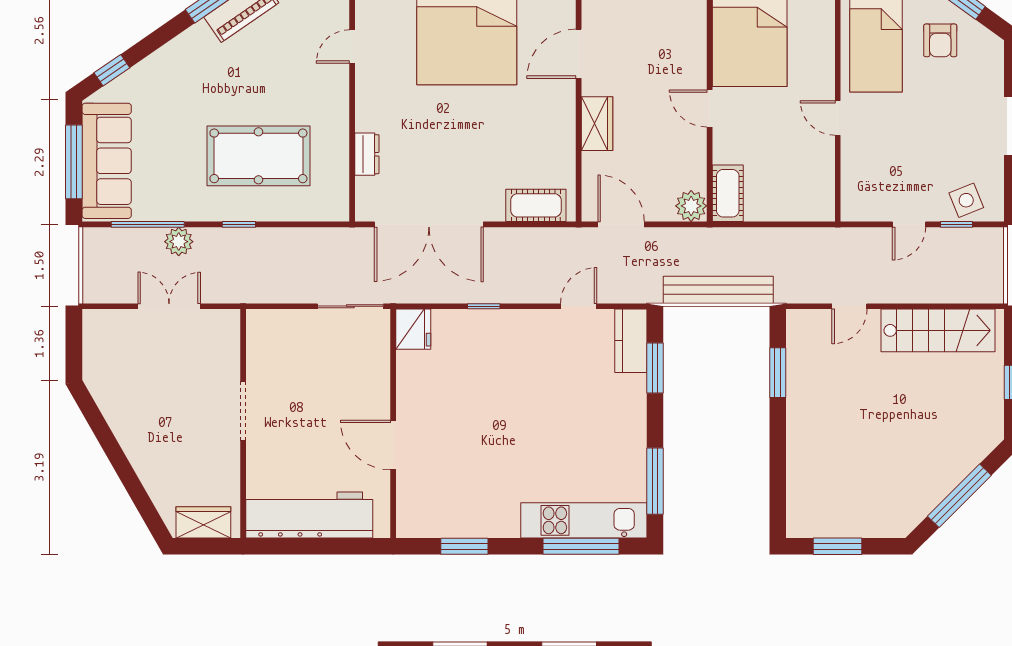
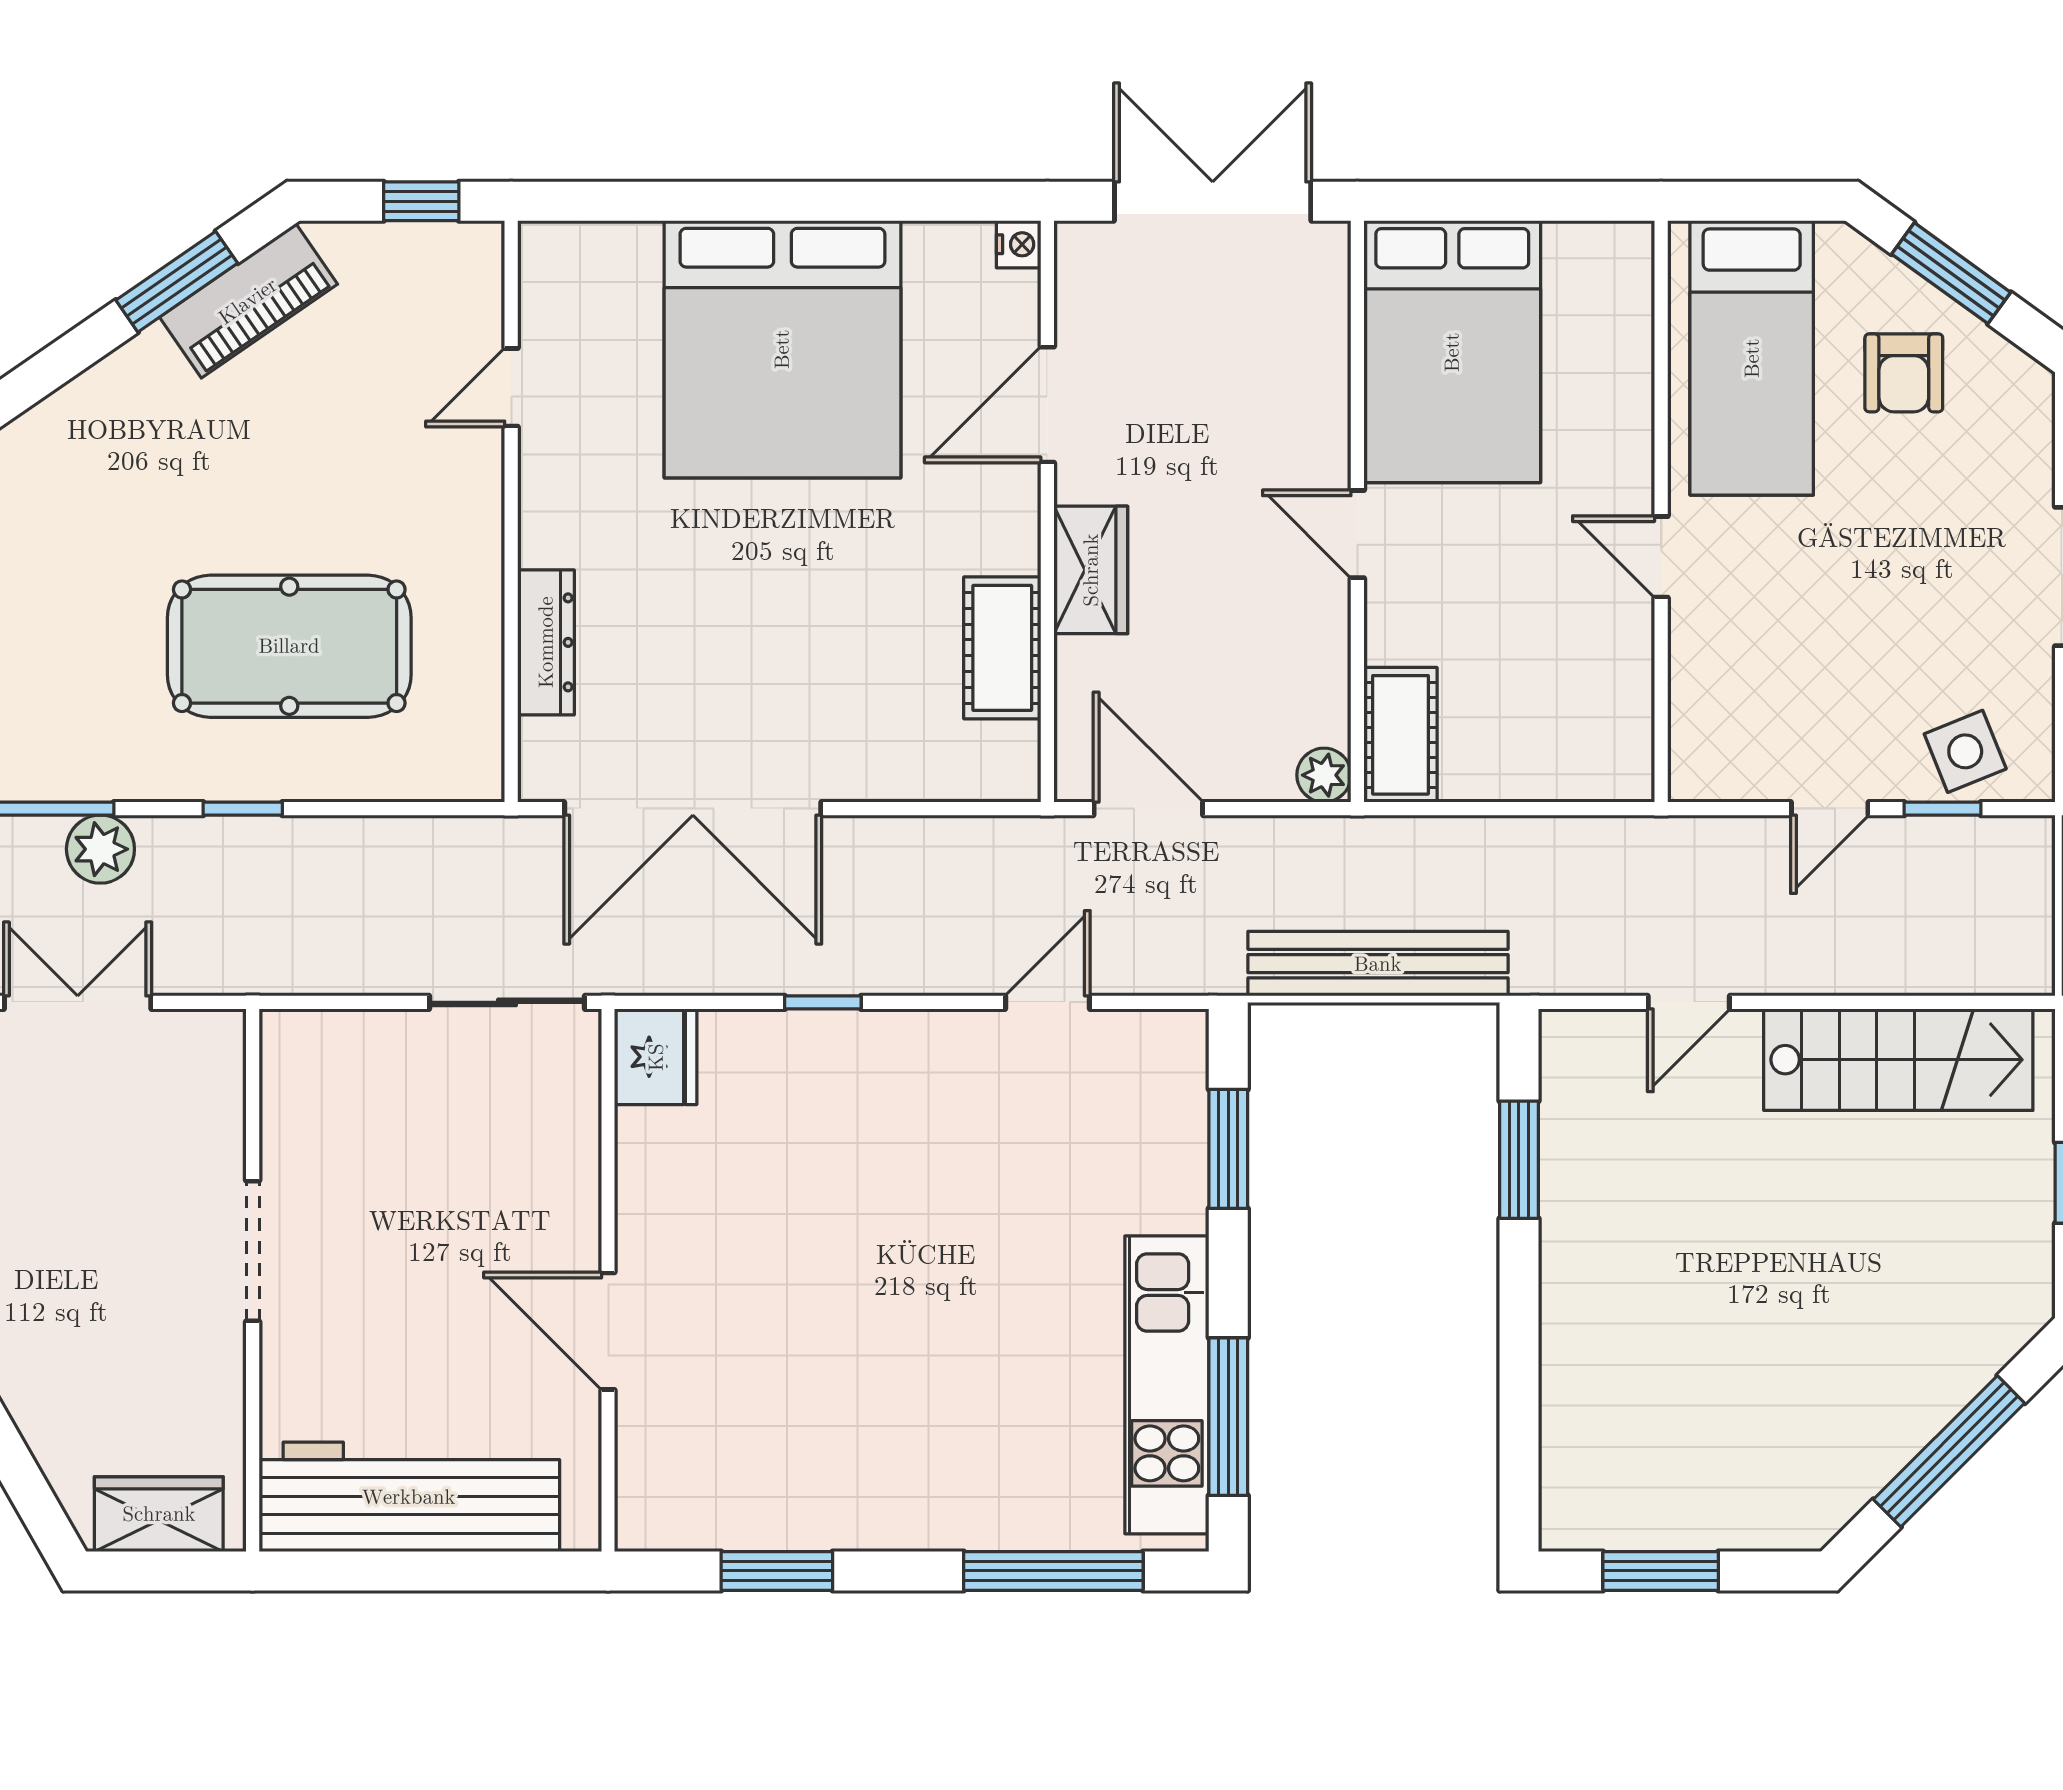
dresser: (367, 154) -> (546, 642), width x1.44
cot: (536, 205) -> (1002, 648), moved, turned 90
plant: (691, 206) -> (1324, 775), width x0.73, depth x0.73
kitchen counter: (631, 341) -> (1171, 1084), removed
kitchen unit: (584, 520) -> (1167, 1385), moved, turned -90

